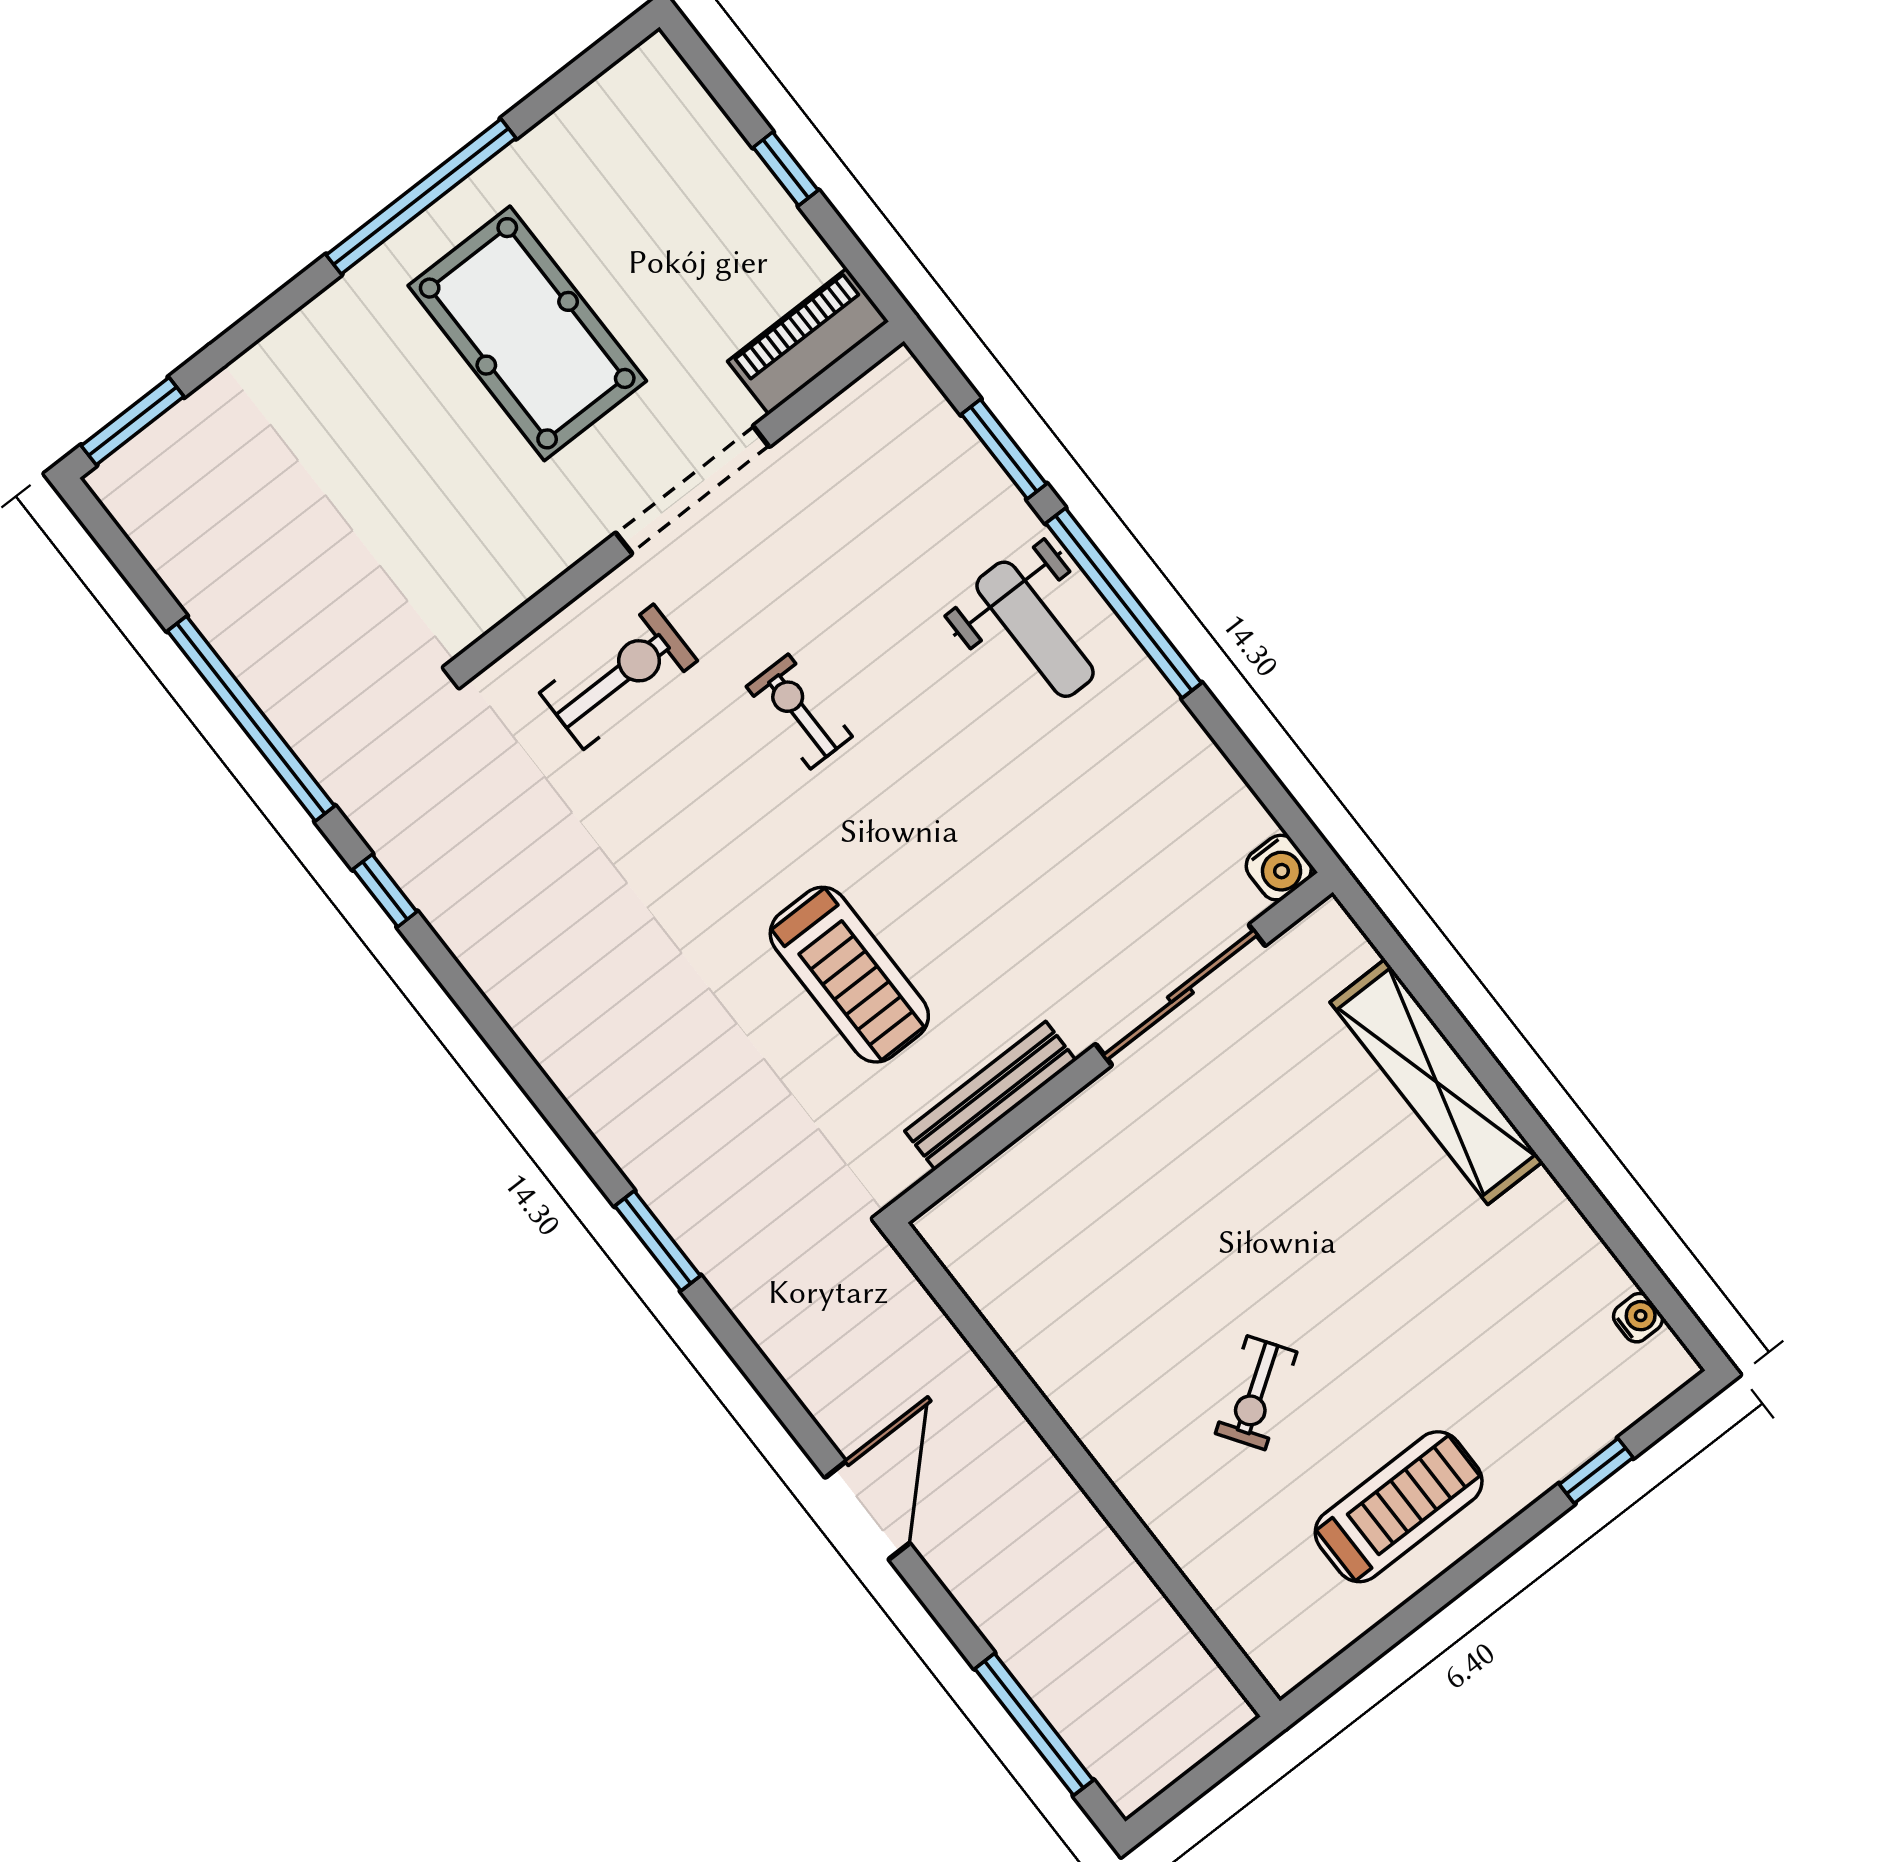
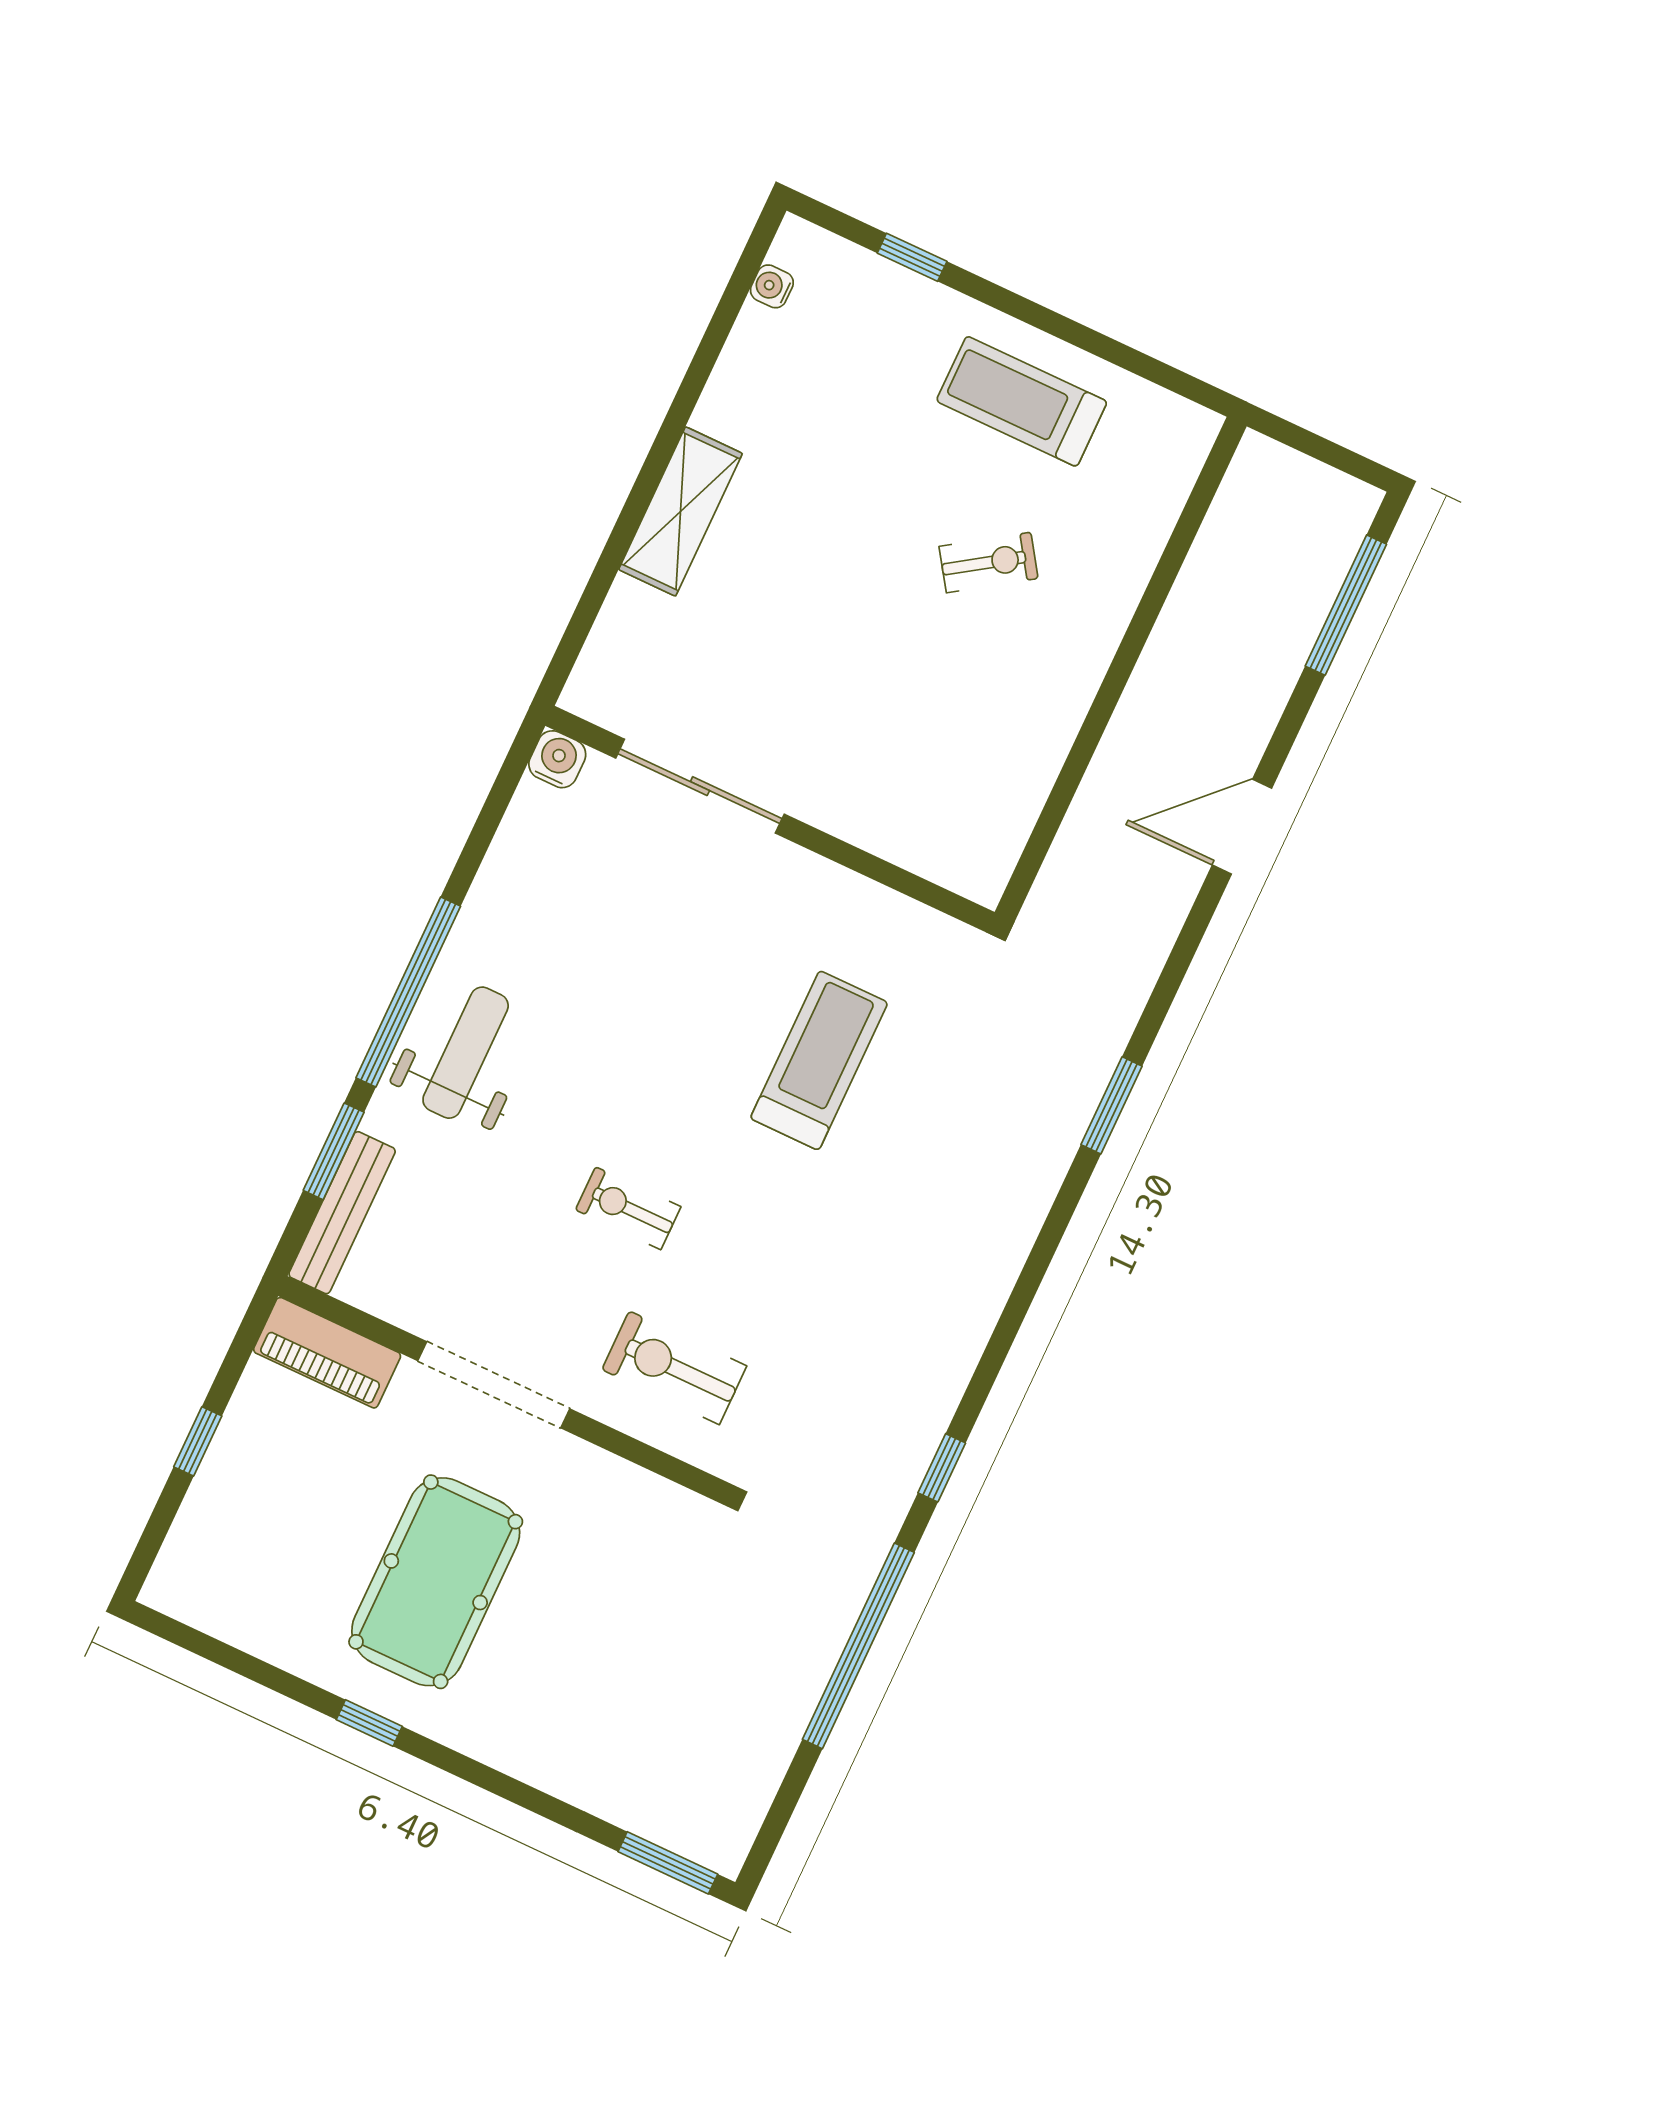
window: (421, 197) -> (369, 1723), width x0.32
exercise bike: (799, 712) -> (628, 1208), turned 90
shelving: (1436, 1082) -> (681, 511), width x0.68
bench: (990, 1096) -> (342, 1213), moved, turned 90

